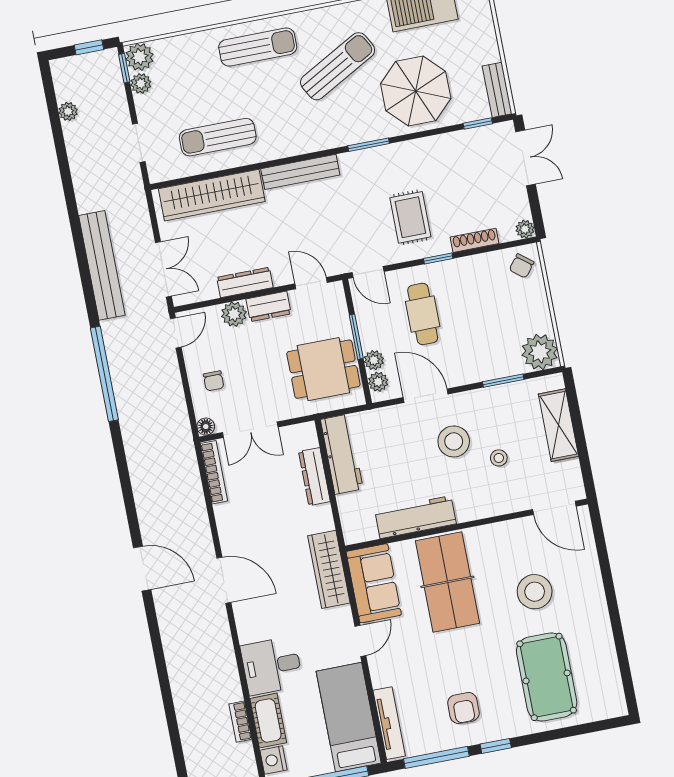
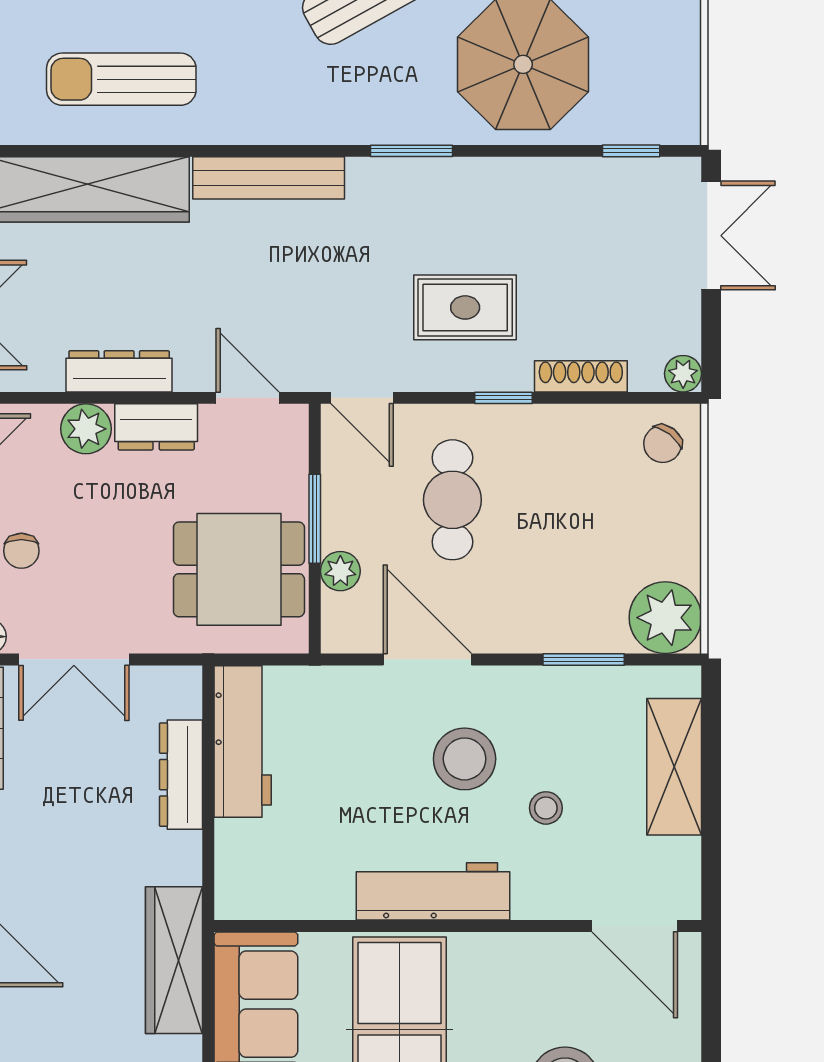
bench: (497, 90) -> (682, 93), removed
rug: (410, 217) -> (465, 307), turned 90
plant: (378, 382) -> (340, 615), removed
workbench: (416, 517) -> (433, 891), moved

